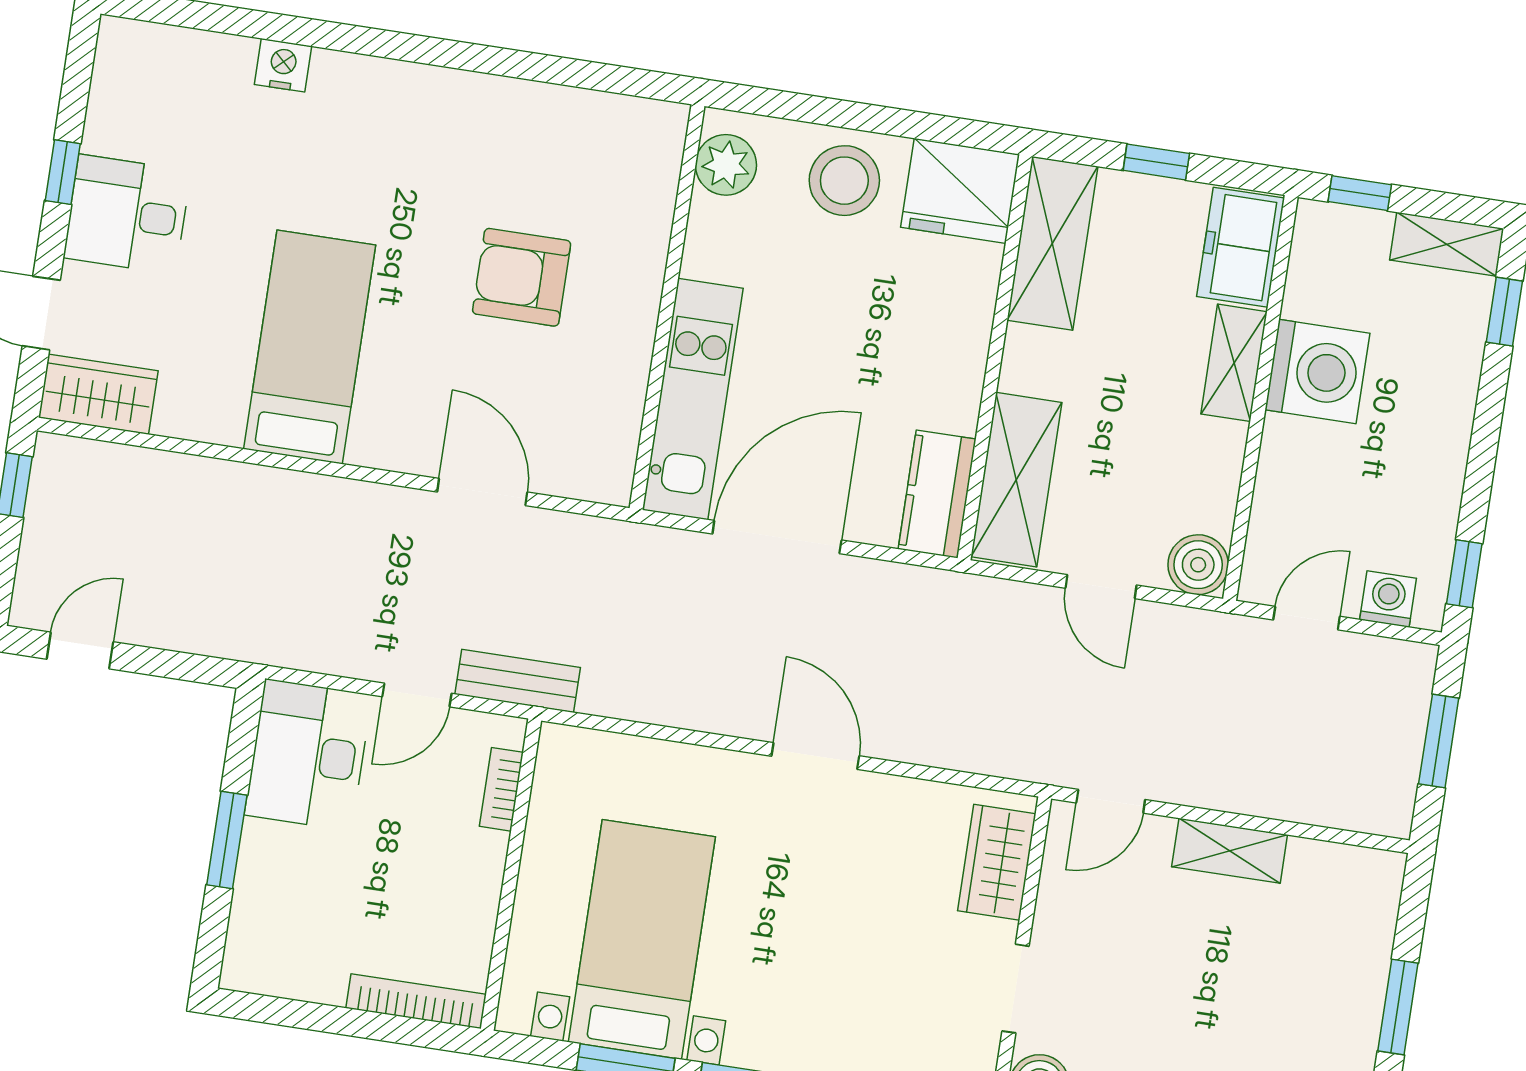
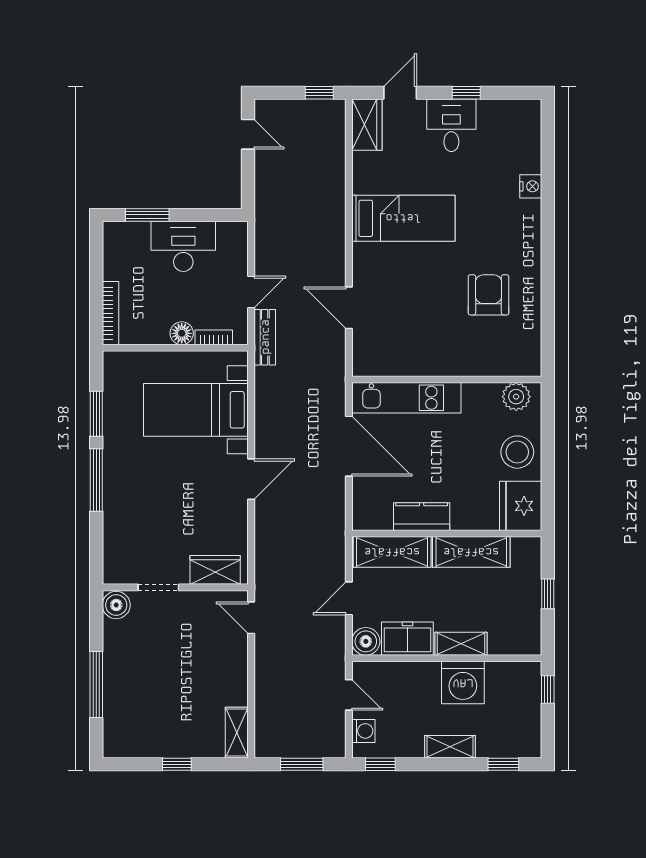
shelving: (1052, 243) -> (471, 552), moved
shelving: (1447, 244) -> (450, 747), moved, turned 90
freezer: (1241, 247) -> (407, 639), moved
armchair: (522, 277) -> (489, 295), moved
door: (482, 492) -> (349, 308), swing flipped
kitchen counter: (937, 494) -> (422, 517), moved
door: (417, 695) -> (251, 292), swing flipped
desk: (308, 755) -> (183, 246), moved
window: (227, 840) -> (147, 215), moved
shelving: (1230, 851) -> (237, 733), moved
floor lamp: (482, 856) -> (182, 333), added
bed with nightstands: (642, 939) -> (196, 410), moved, turned 180
window: (1398, 1007) -> (177, 764), width x0.67

